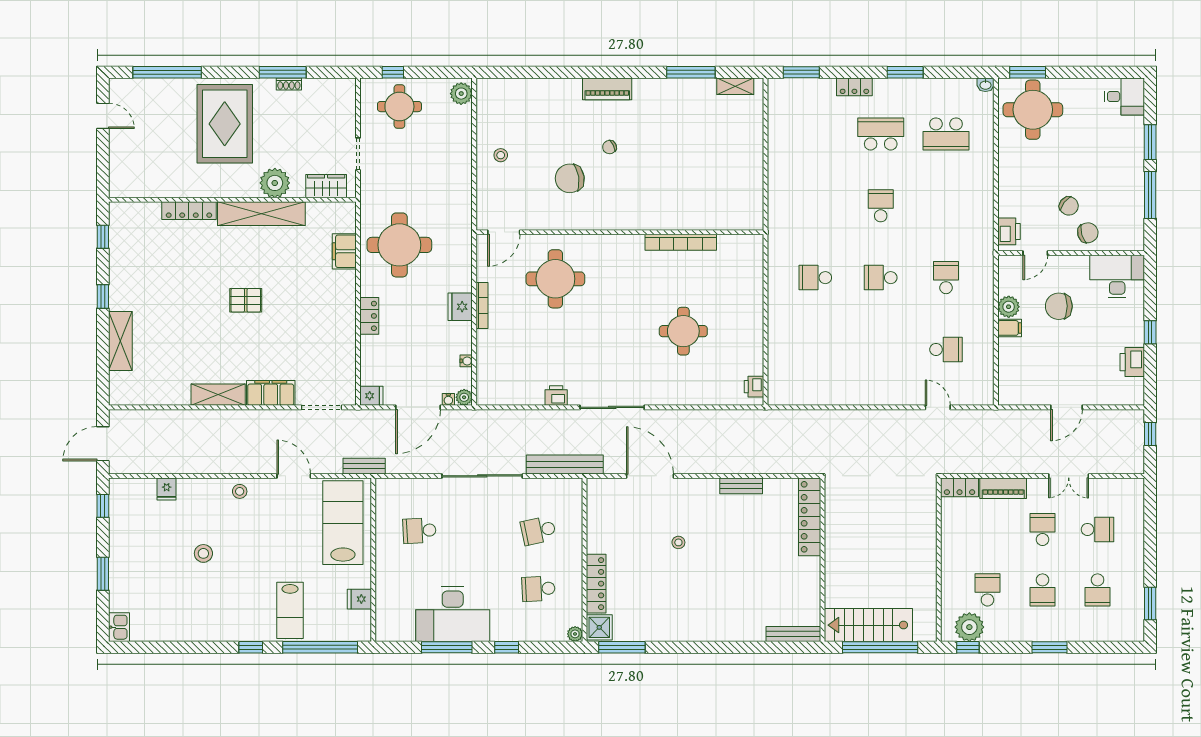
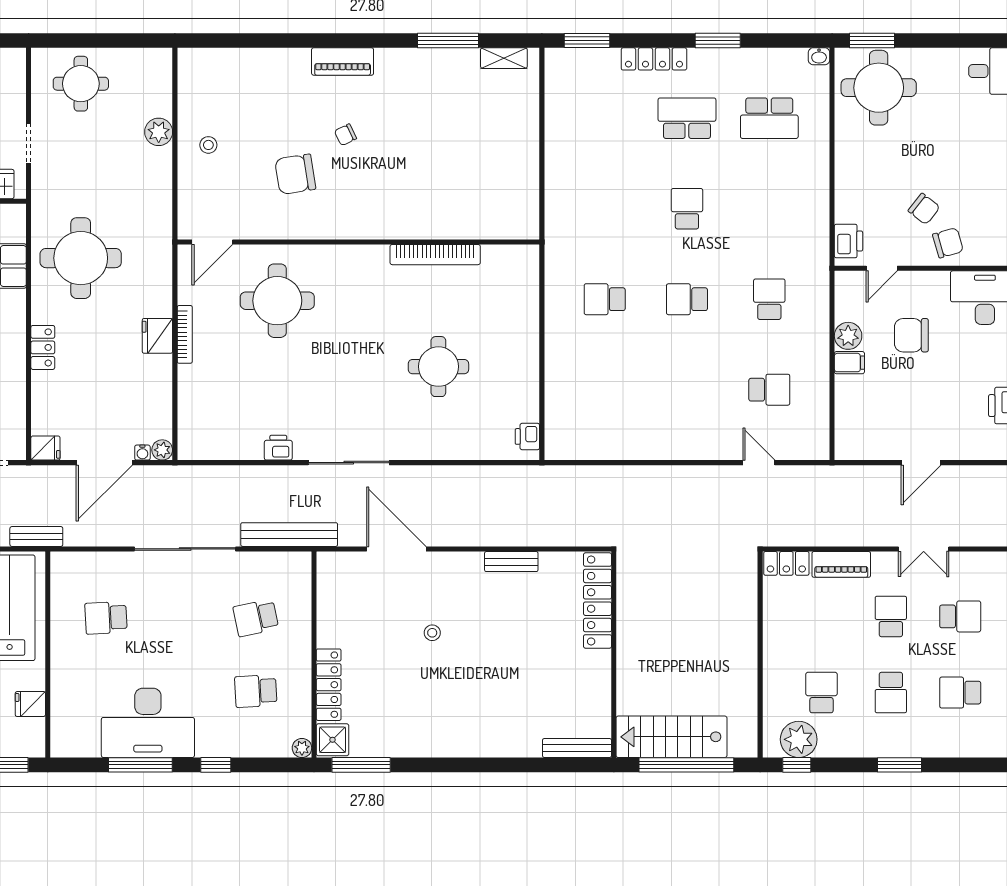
window: (393, 72) -> (73, 40), removed
locker: (854, 87) -> (654, 59), width x1.53
plant: (461, 94) -> (159, 132), moved
water cooler: (466, 361) -> (165, 404), removed
school desk: (1098, 590) -> (960, 693), turned 90

